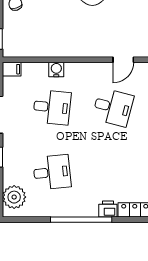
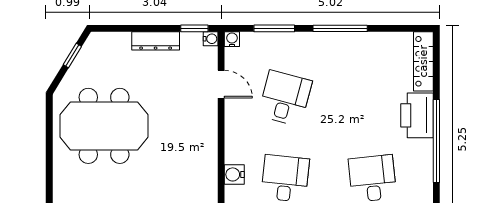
printer: (108, 209) -> (417, 115), width x1.87, depth x1.48

